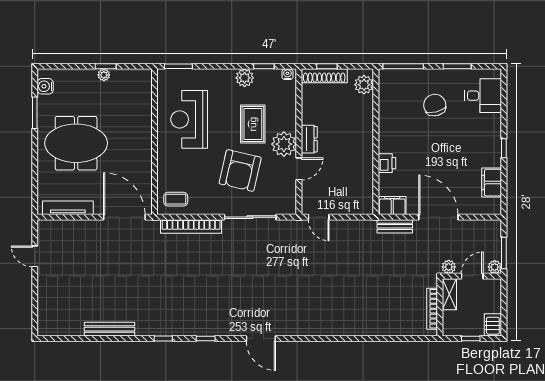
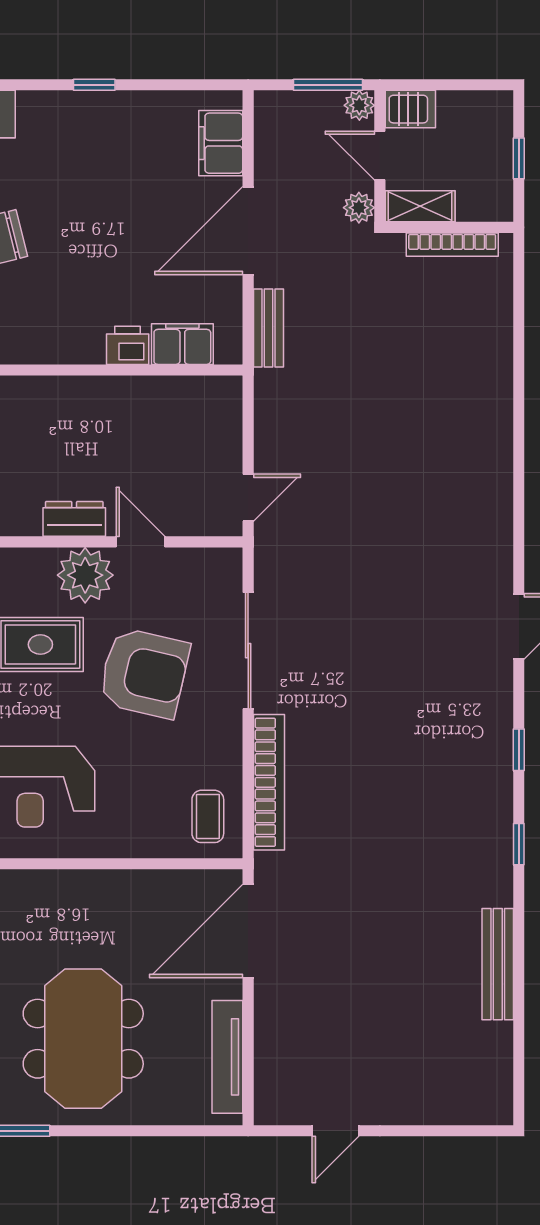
filing cabinet: (492, 183) -> (221, 143), moved, turned 90
filing cabinet: (392, 205) -> (182, 344), moved, turned 90
server rack: (493, 325) -> (410, 109), moved, turned 180

